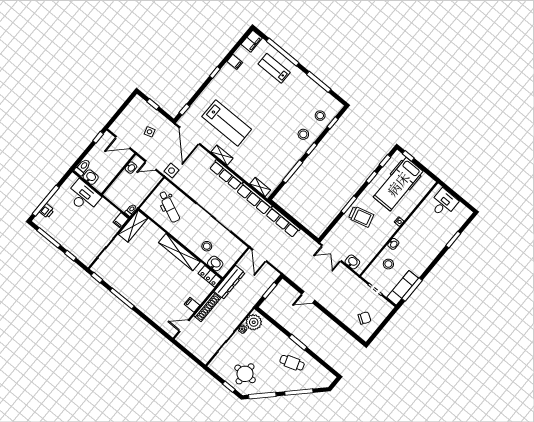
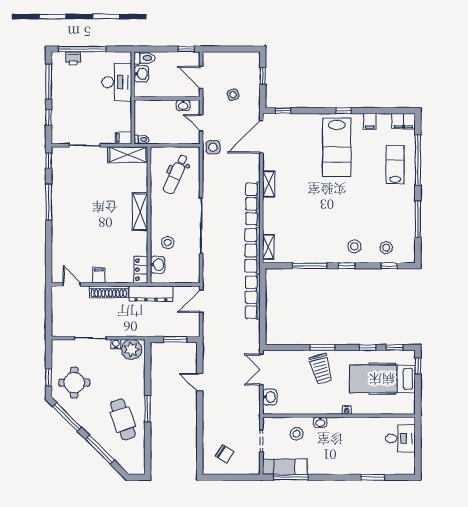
lab bench: (227, 123) -> (337, 147), moved
shelving: (179, 252) -> (140, 212), width x0.68
cafe table: (292, 363) -> (123, 419), width x1.37, depth x1.35

